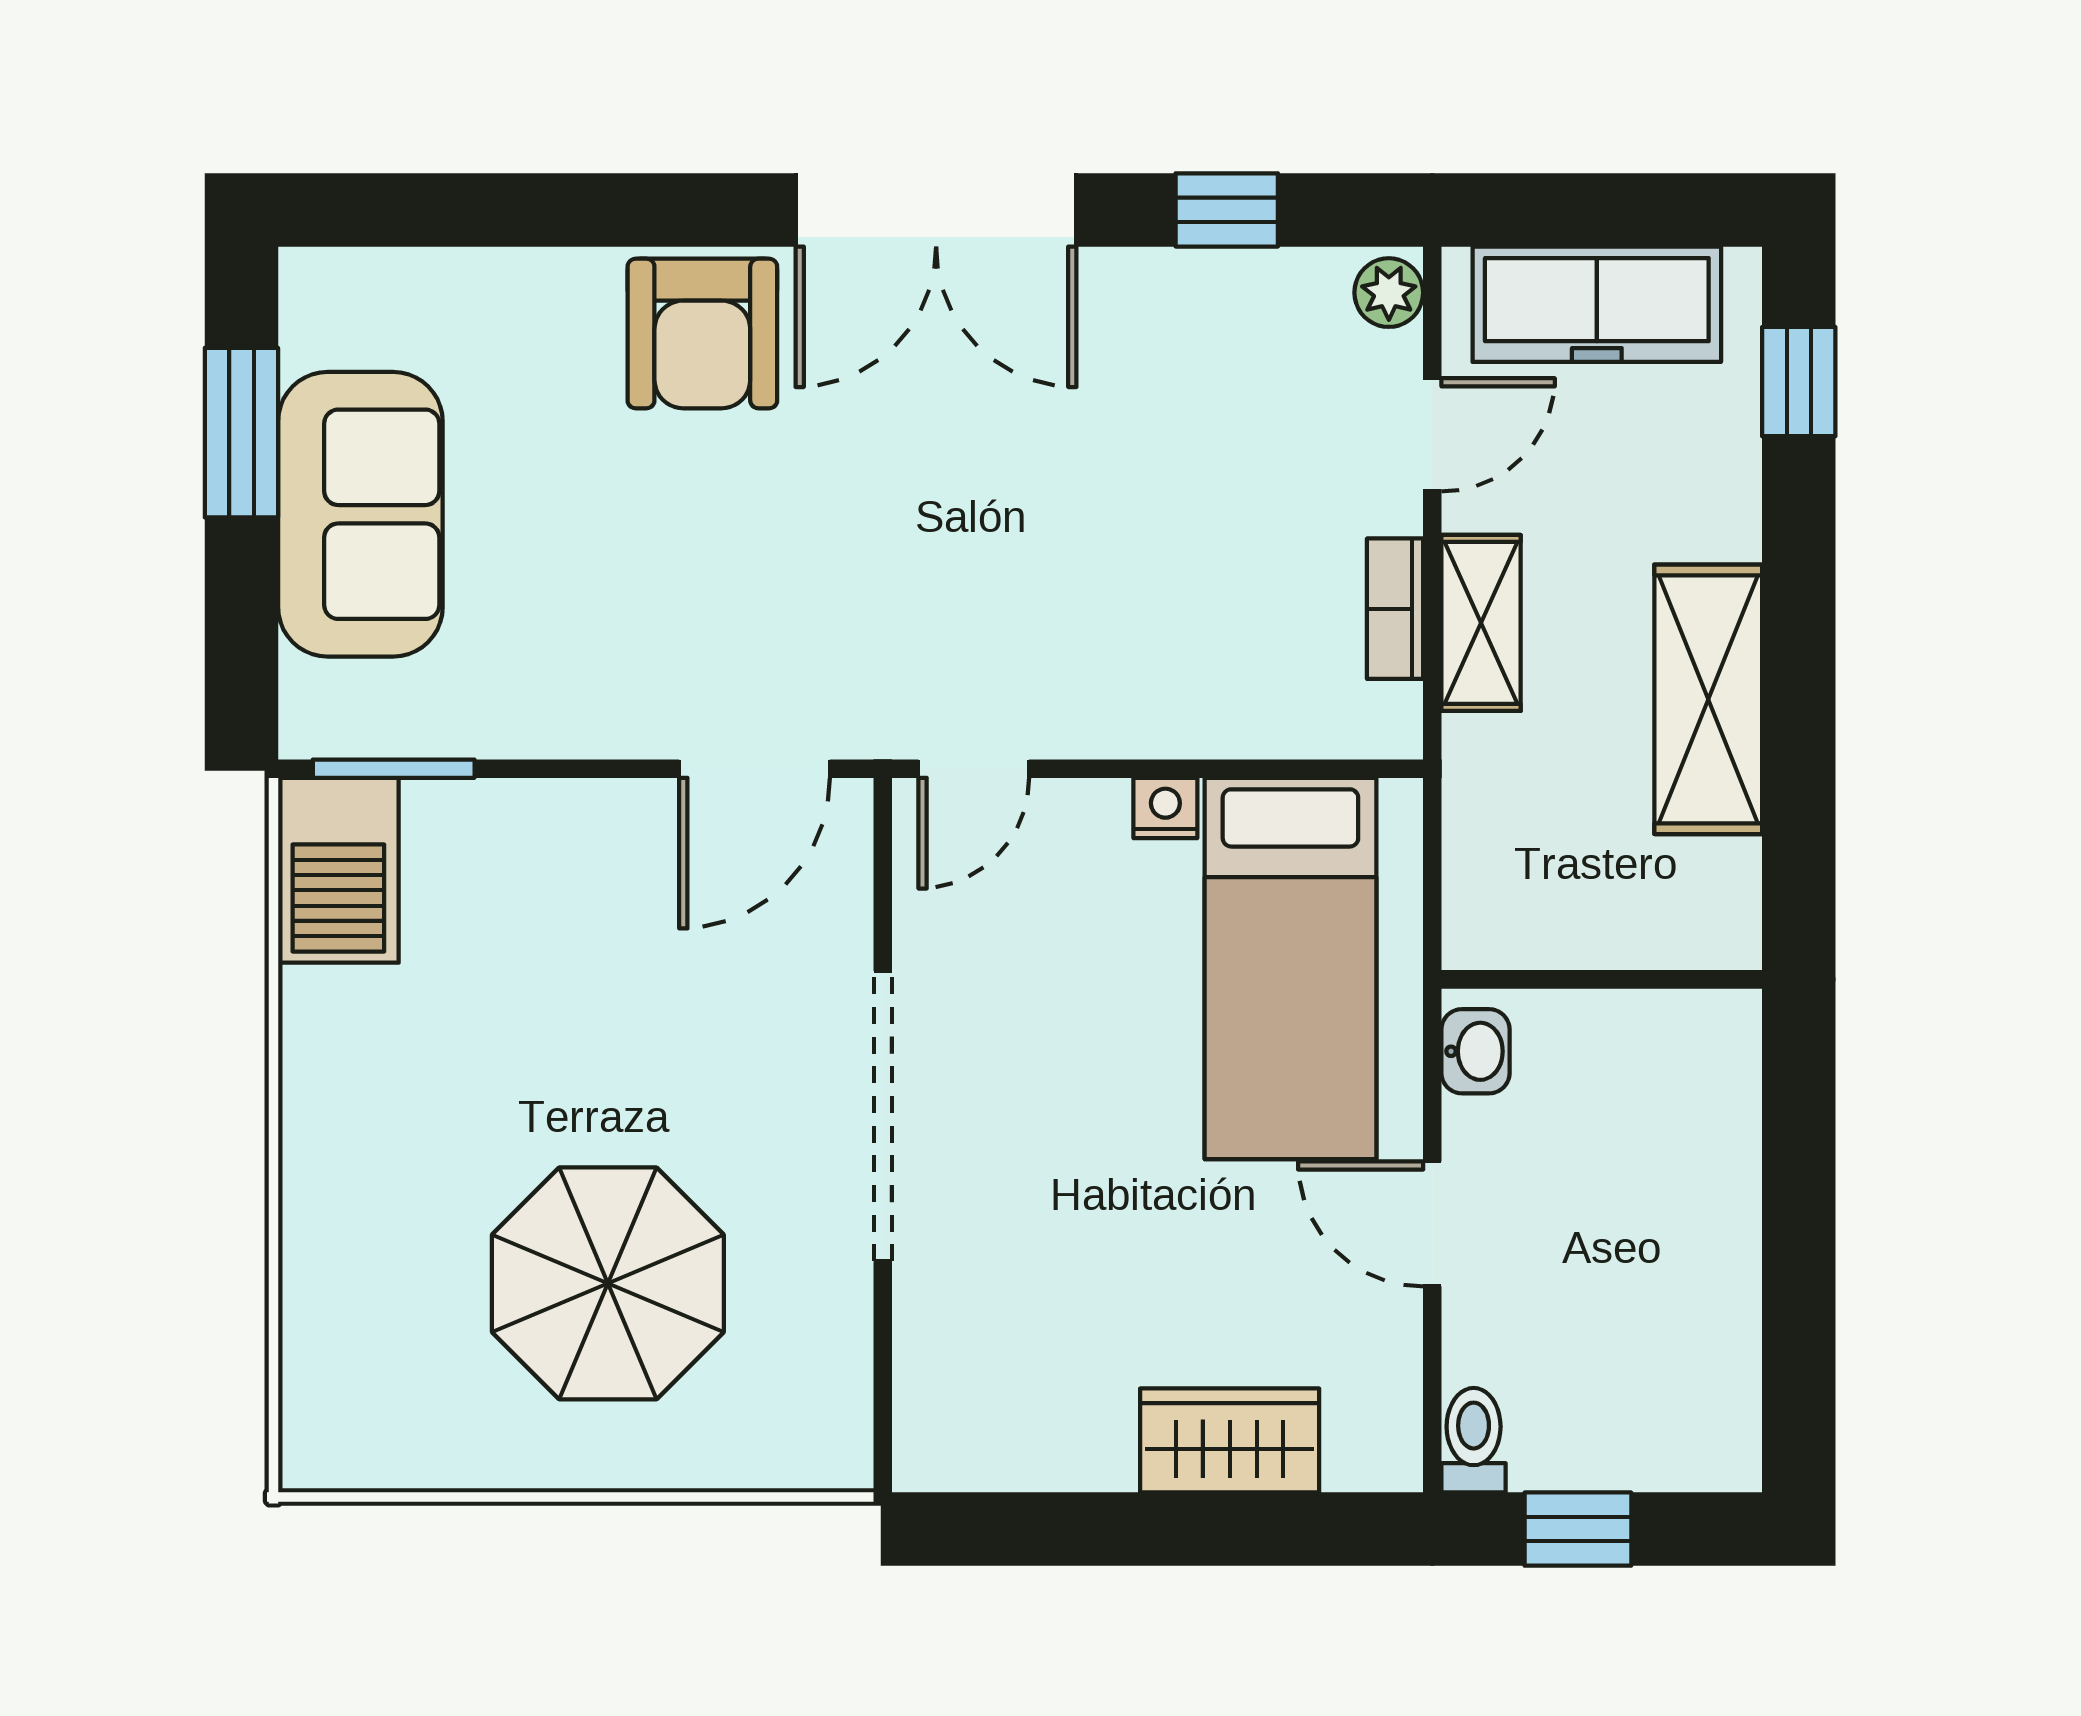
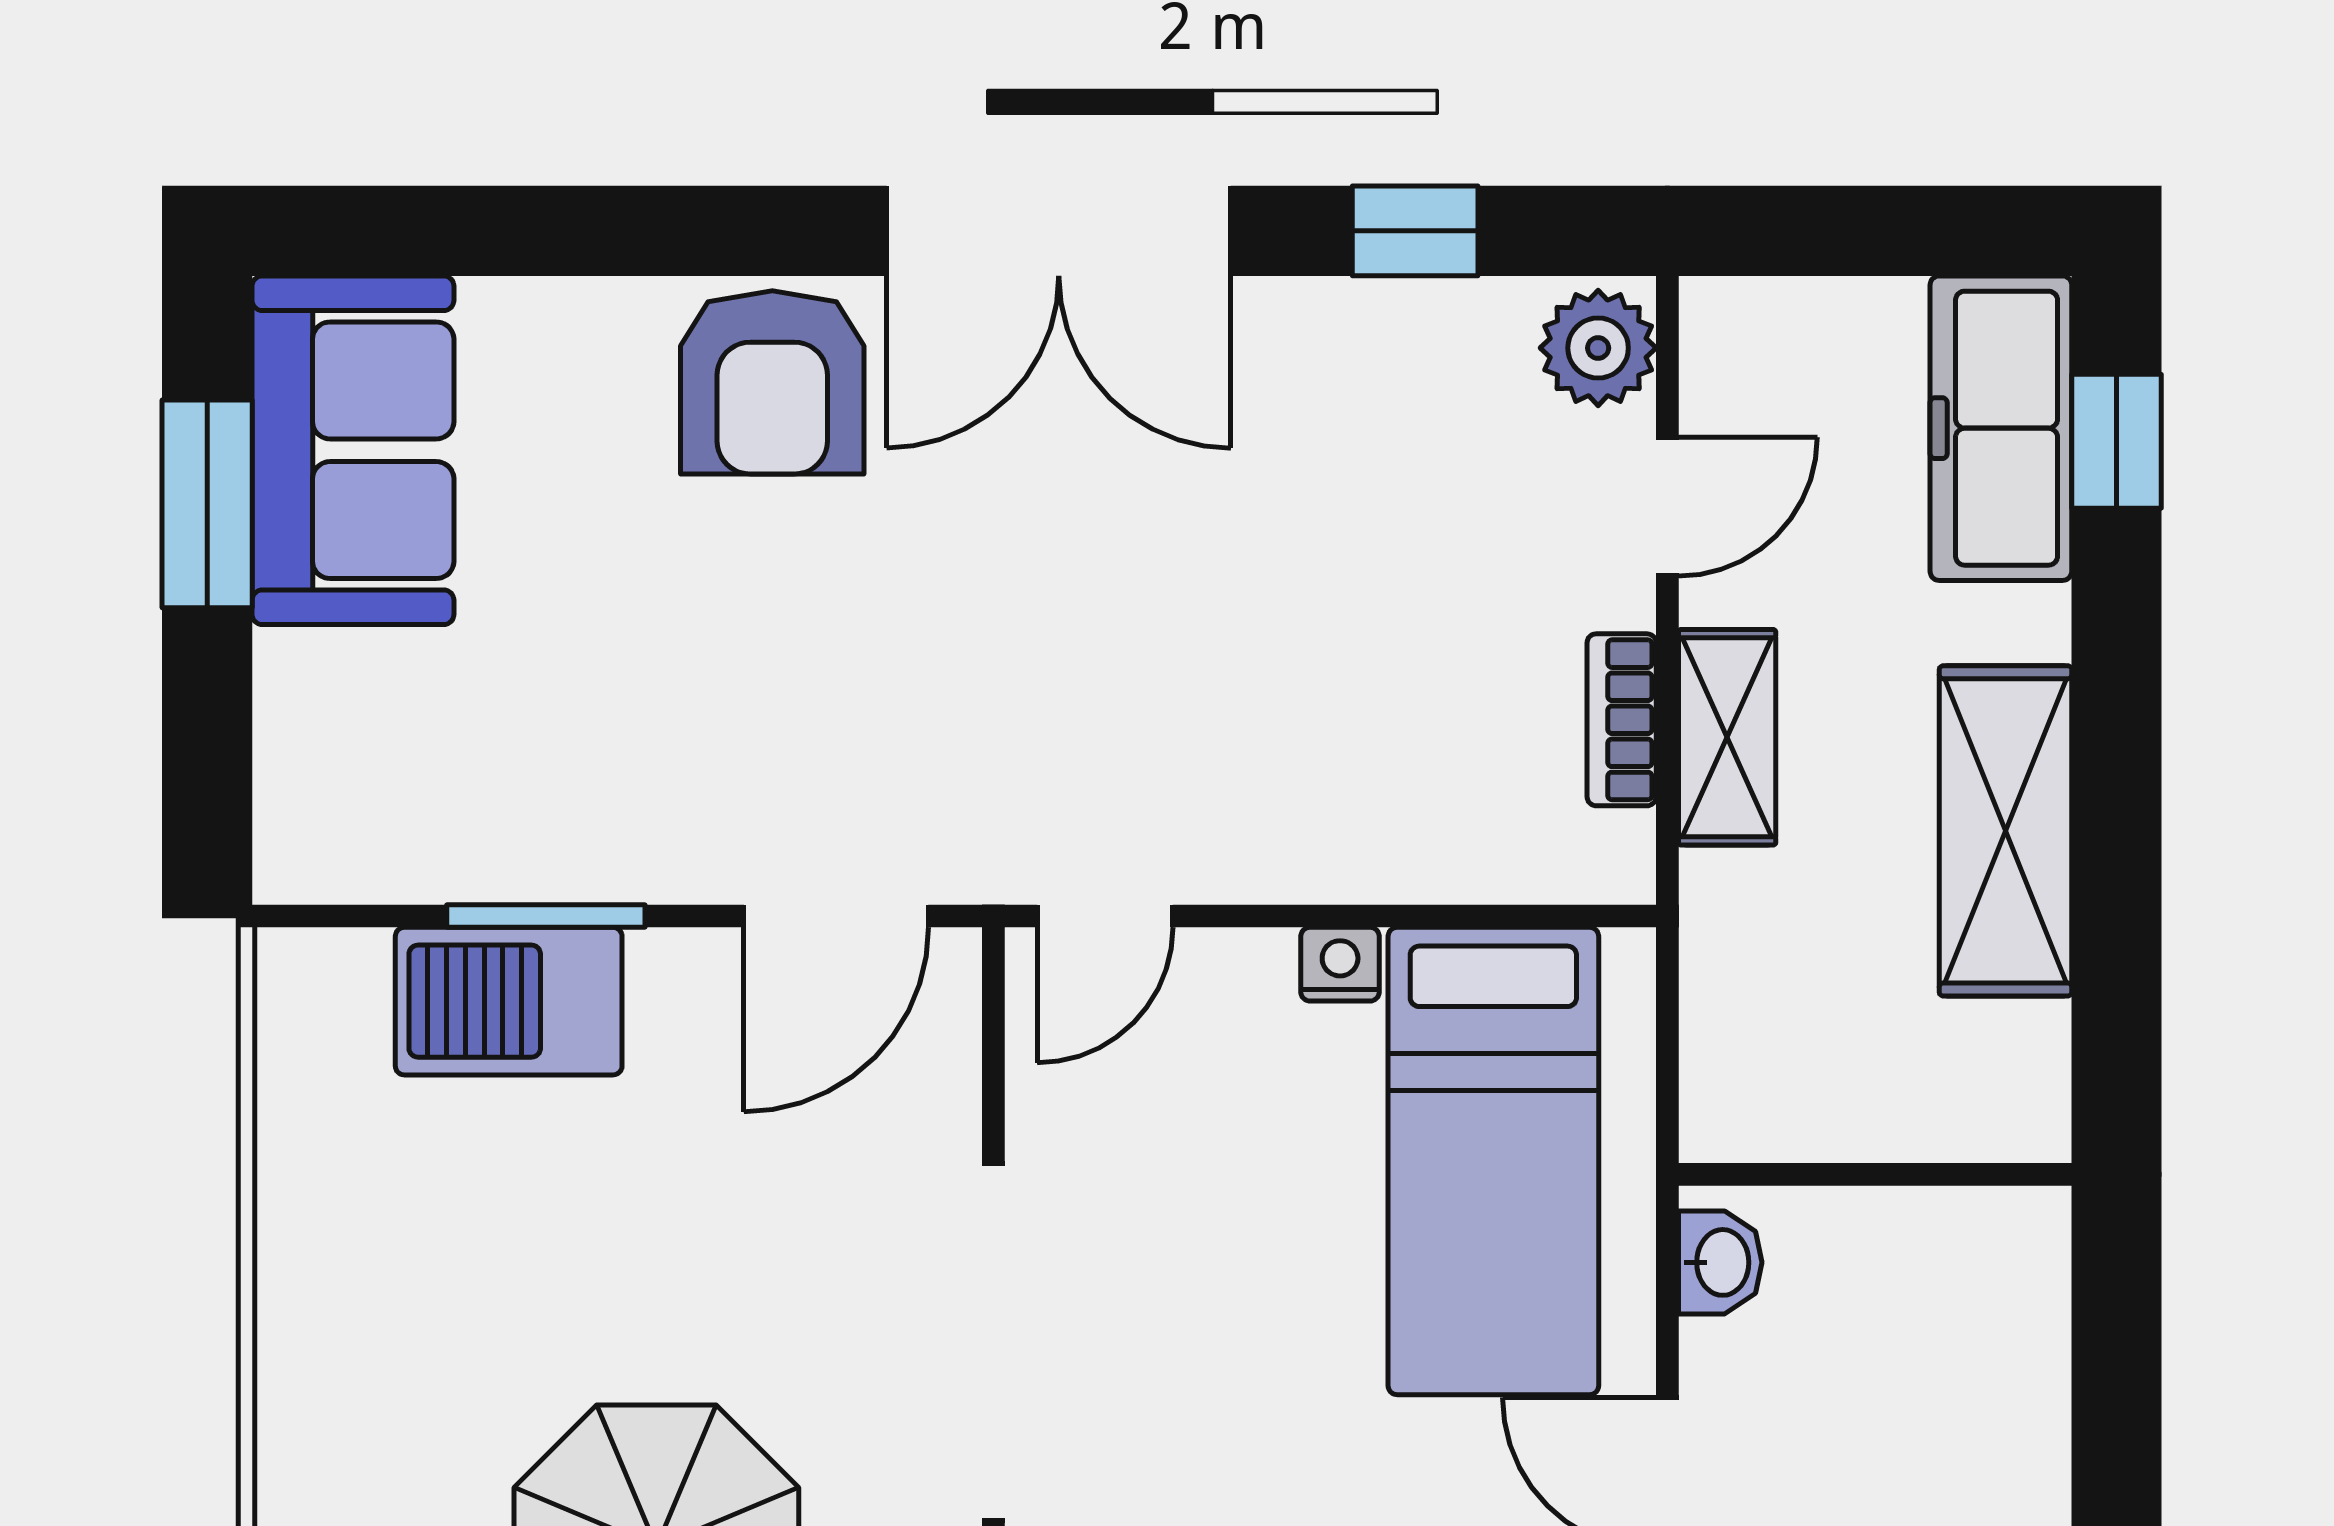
plant: (1389, 293) -> (1598, 348), width x1.38, depth x1.38
freezer: (1597, 304) -> (2001, 428), moved, turned 90
sofa: (360, 514) -> (353, 450), moved
window: (394, 769) -> (546, 916), moved
barbecue: (338, 870) -> (509, 1001), moved, turned 90

